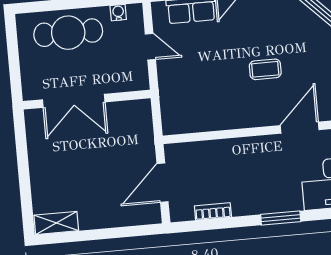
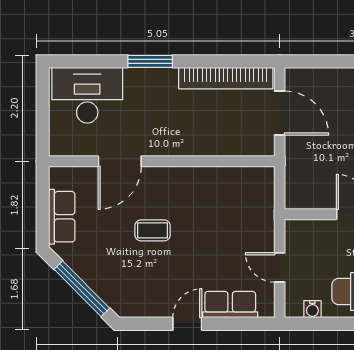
door: (163, 183) -> (280, 113), hinge flipped
bookcase: (213, 211) -> (226, 78), width x2.31, depth x1.31

